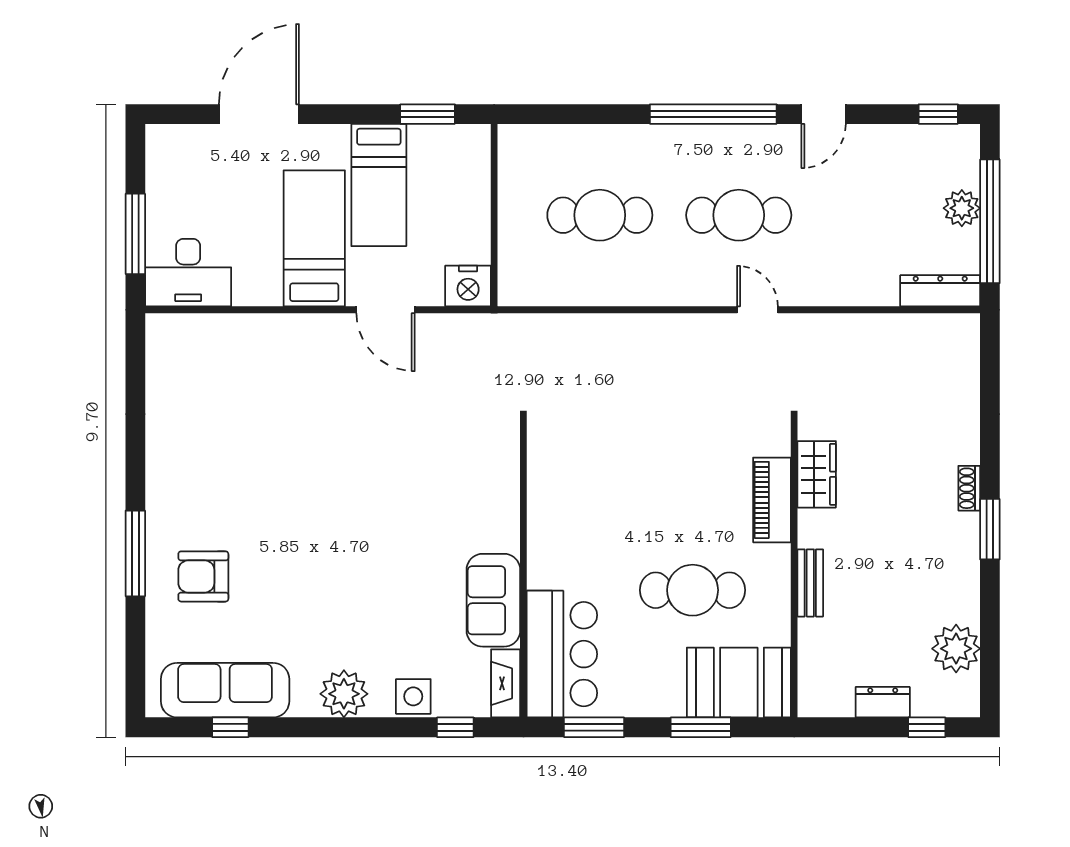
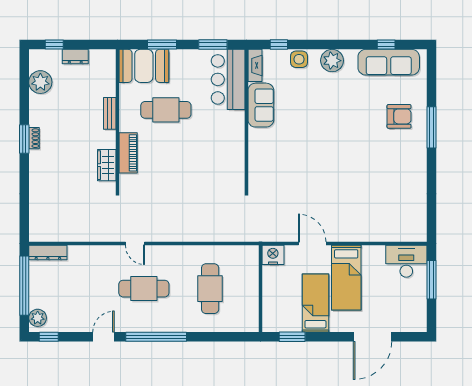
plant: (962, 208) -> (38, 318), moved
cafe table: (600, 215) -> (210, 289), turned 90
shoe rack: (969, 488) -> (34, 138), moved

